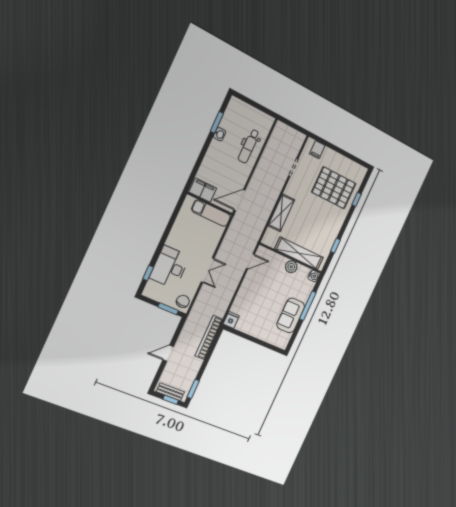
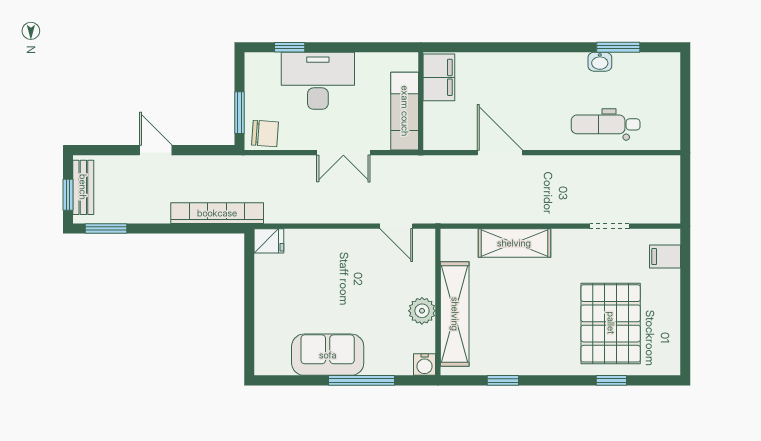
filing cabinet: (203, 190) -> (439, 77), moved
wall: (210, 204) -> (421, 101), moved
exam couch: (211, 213) -> (405, 111), moved

